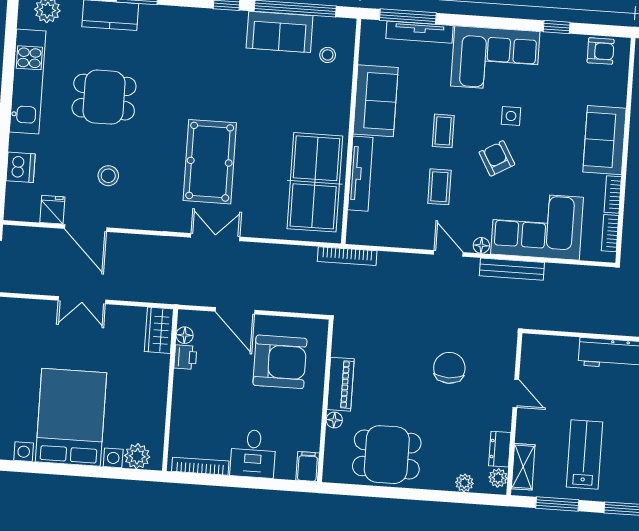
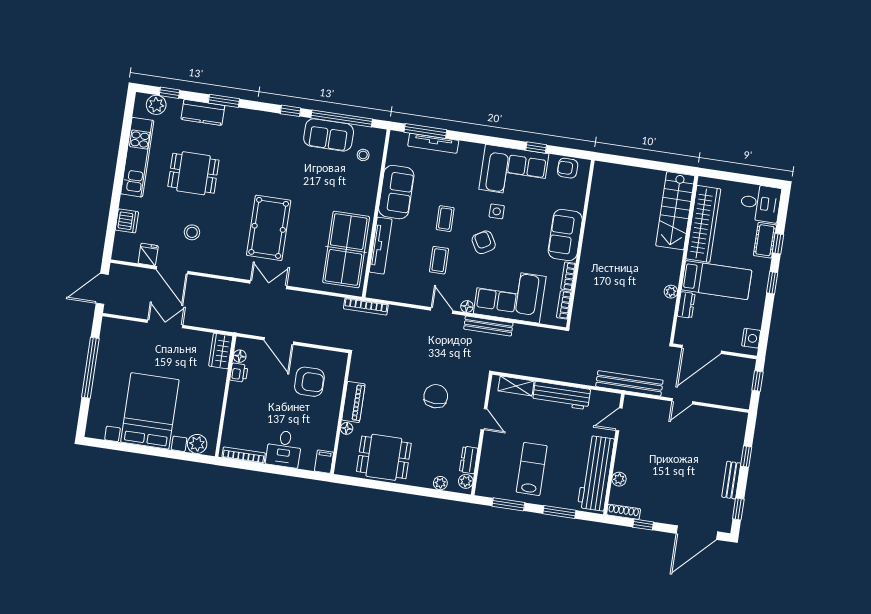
armchair: (601, 51) -> (568, 168), turned 180
corner sofa: (495, 59) -> (514, 172), moved
double door: (82, 300) -> (165, 324), swing flipped
armchair: (280, 362) -> (309, 382), width x0.73, depth x0.73
shelving: (523, 467) -> (516, 386), moved, turned 90

